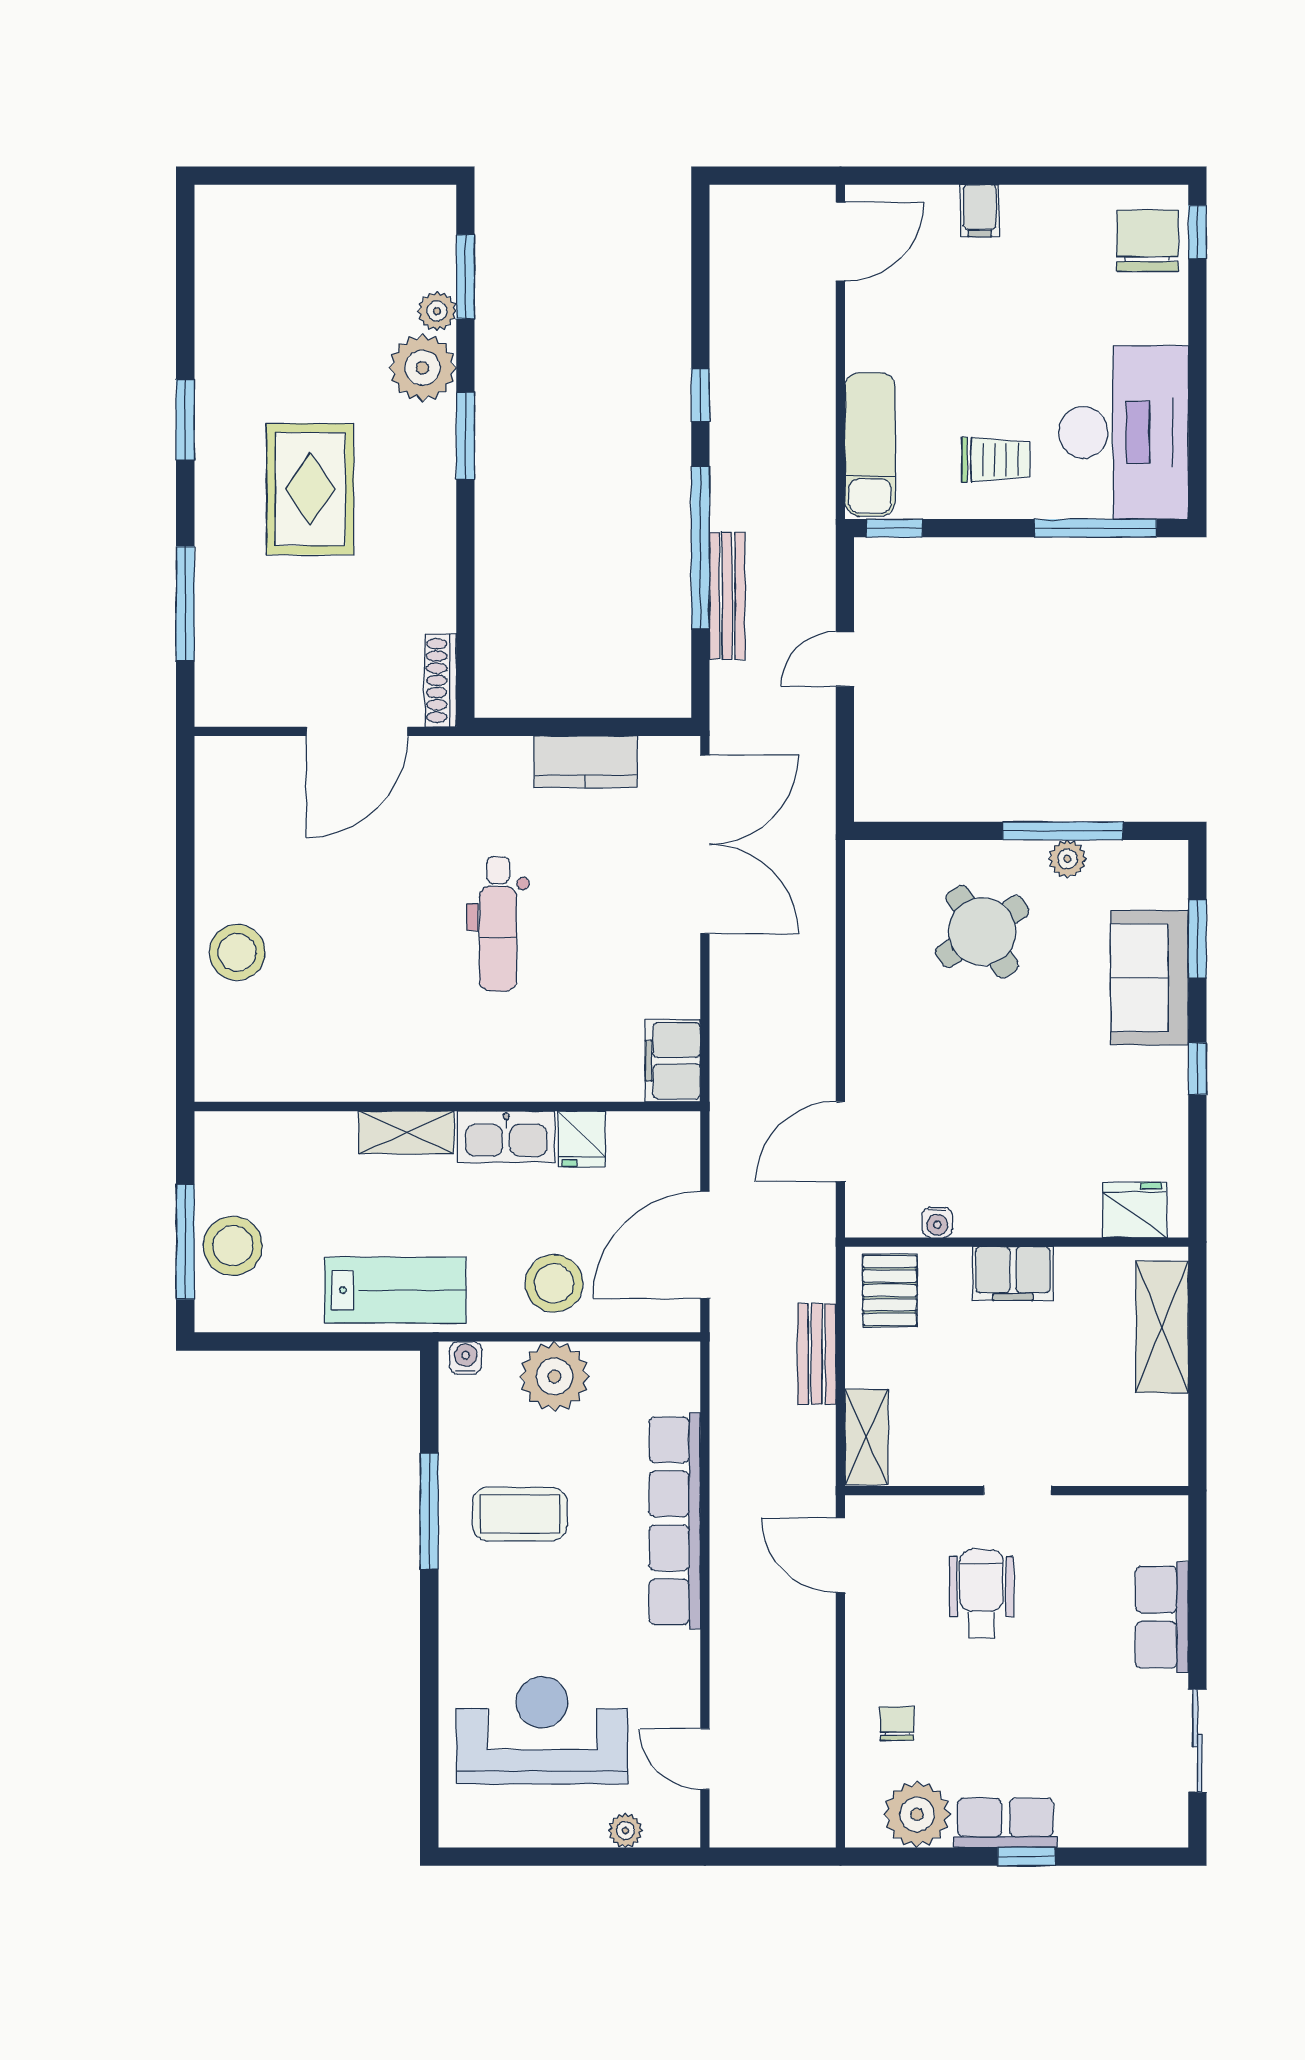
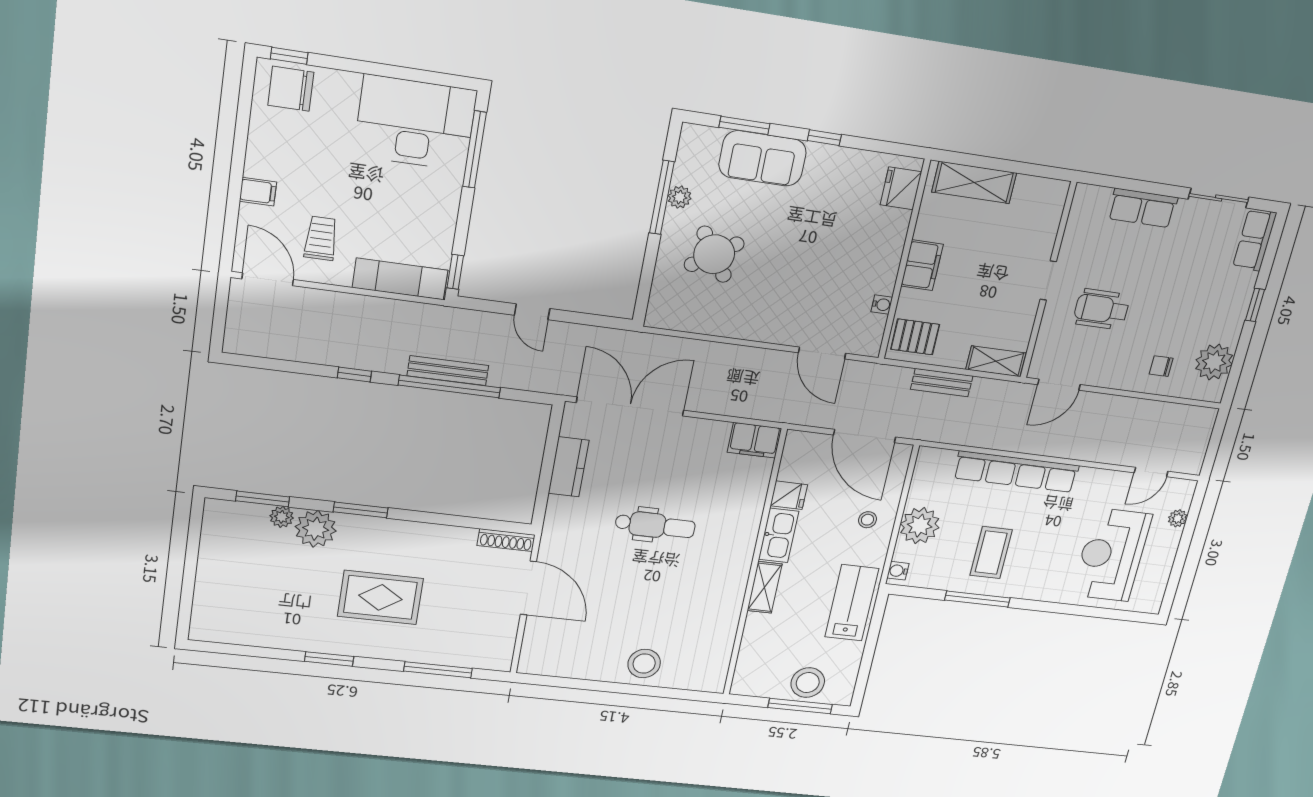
trolley: (996, 460) -> (321, 238), moved
bench: (727, 596) -> (448, 371), moved
stool: (554, 1283) -> (868, 520), width x0.53, depth x0.53
row of seats: (1006, 1823) -> (1255, 240), moved

